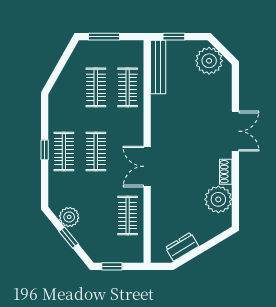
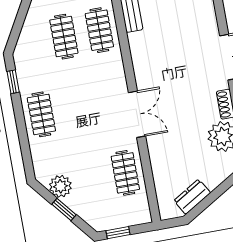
window: (45, 150) -> (13, 82), moved
clothes rail: (96, 151) -> (77, 108), removed
double door: (147, 166) -> (137, 114), swing flipped

